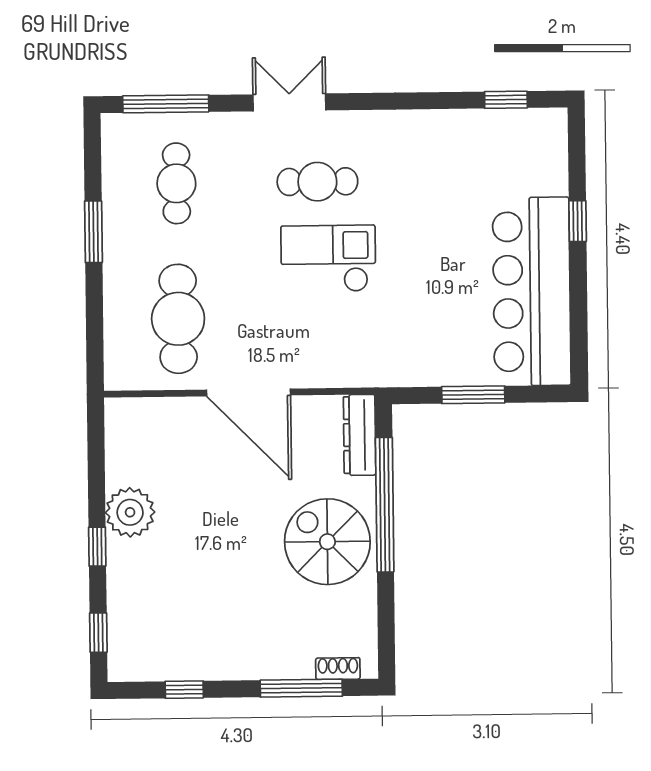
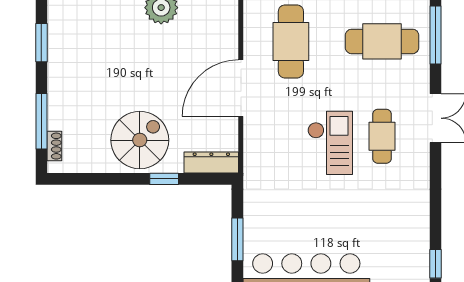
cafe table: (176, 183) -> (382, 41), width x1.37, depth x1.35
cafe table: (178, 319) -> (291, 41), turned 90
window: (385, 505) -> (164, 179), width x0.32
window: (184, 690) -> (41, 43), width x1.50

